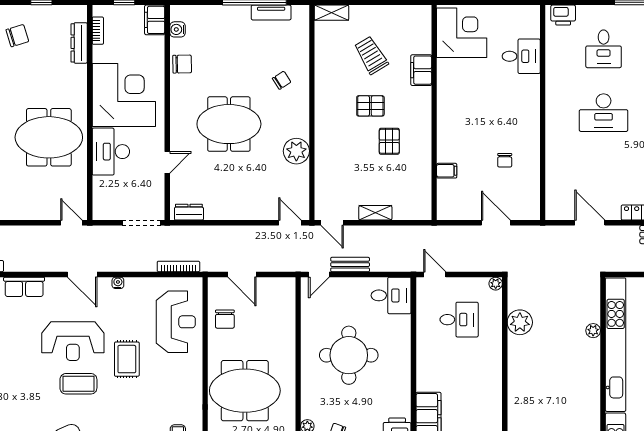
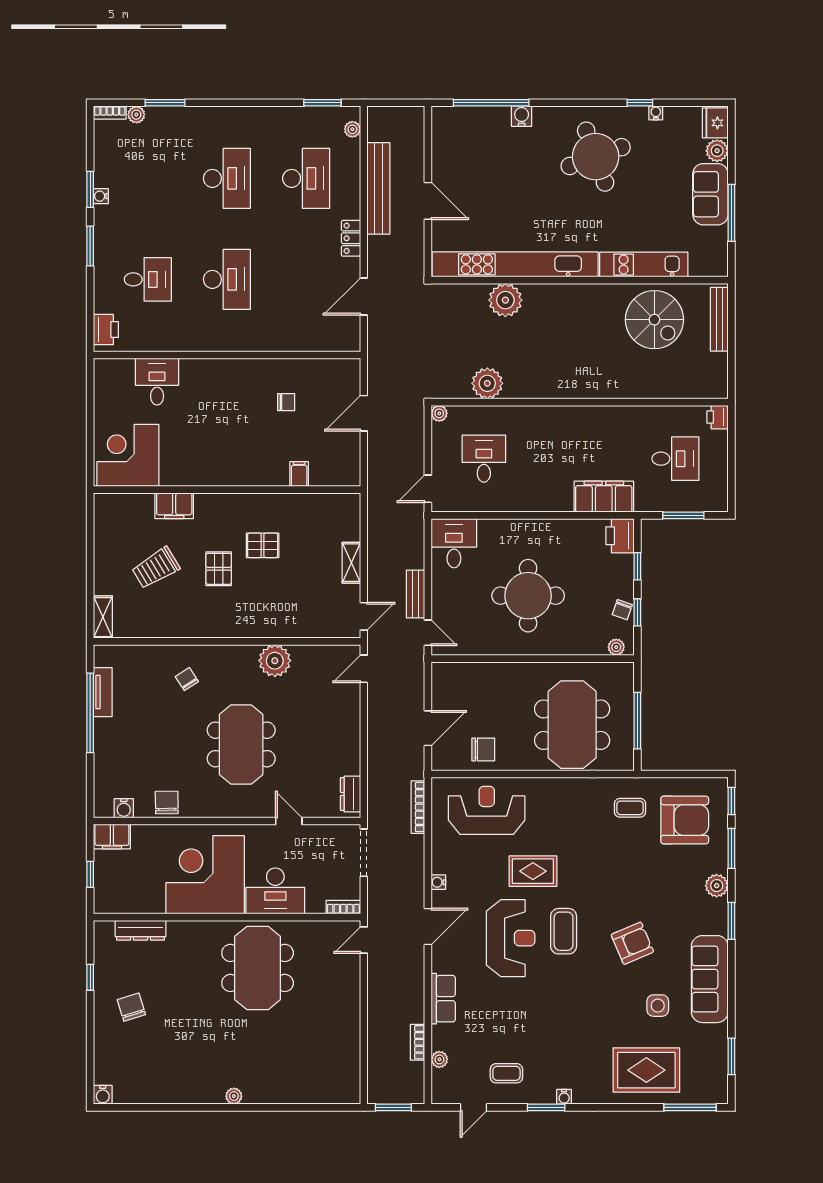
bookcase: (98, 31) -> (343, 907), moved
plant: (593, 331) -> (505, 300), width x1.88, depth x1.88

